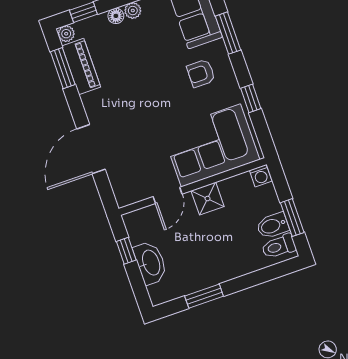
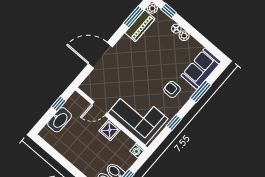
window: (204, 296) -> (58, 157), removed

